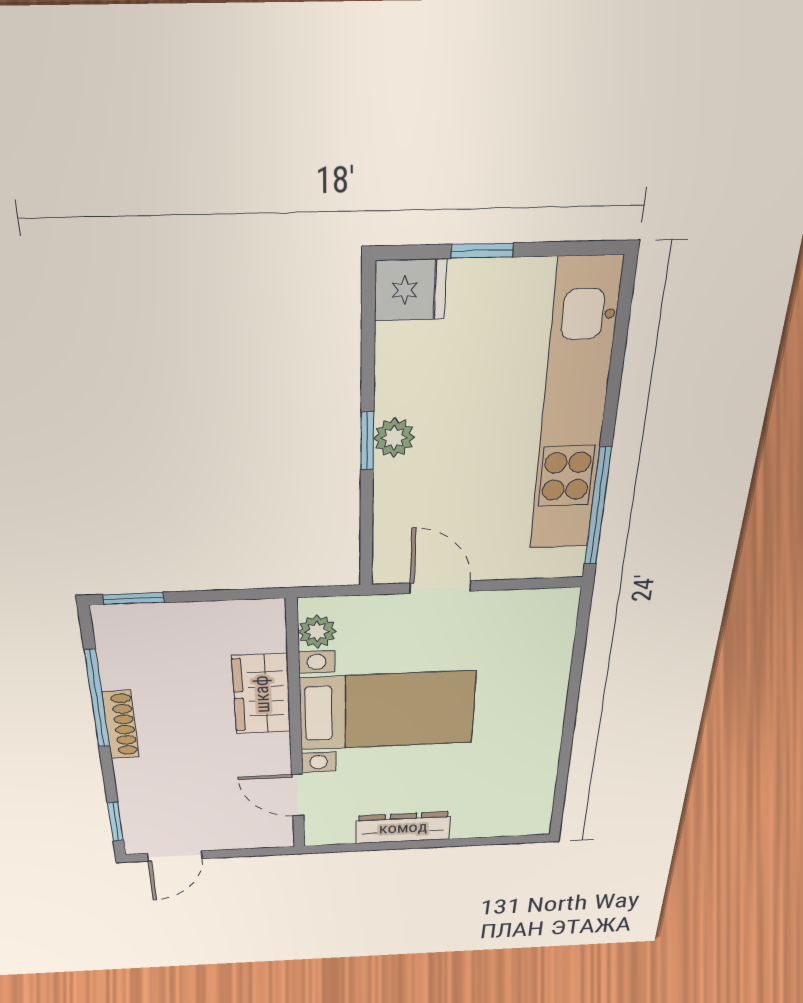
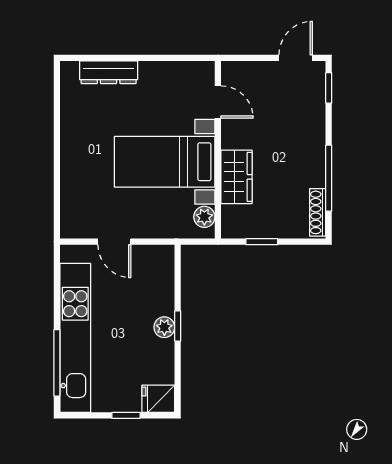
window: (598, 507) -> (57, 363), moved
door: (440, 587) -> (114, 242), moved
window: (134, 599) -> (262, 242), moved
shoe rack: (121, 725) -> (318, 212), moved
dresser: (403, 828) -> (109, 72), moved

